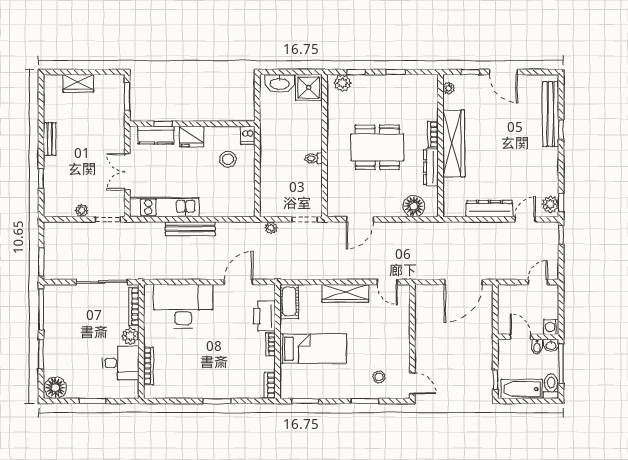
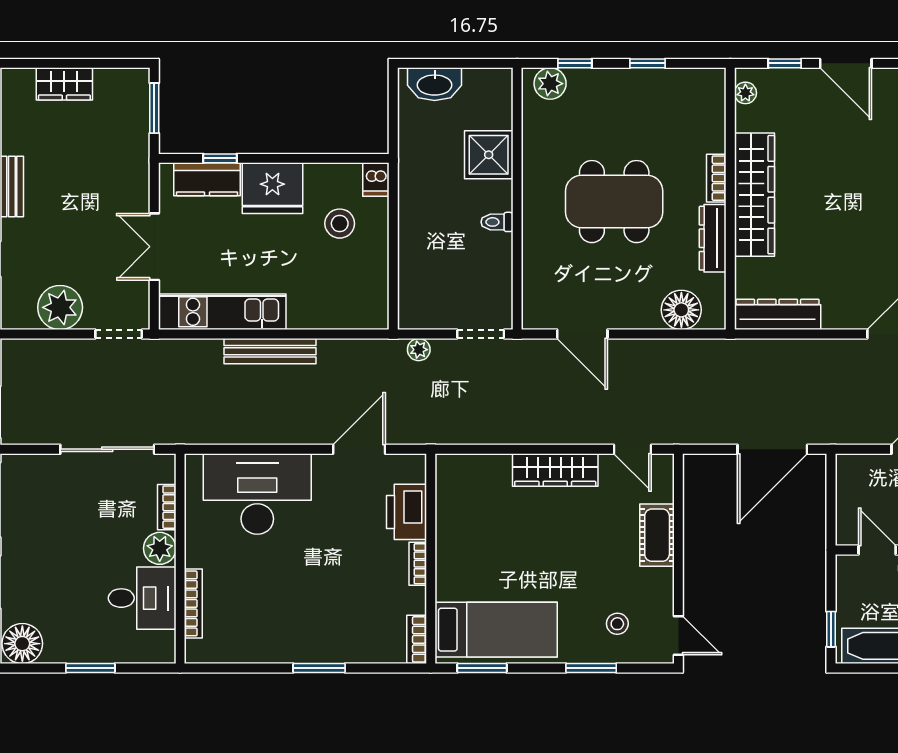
shower: (309, 88) -> (489, 155), moved
fridge: (191, 136) -> (272, 188), width x1.36, depth x1.34
dresser: (490, 209) -> (778, 314), moved
plant: (82, 211) -> (60, 307), width x1.87, depth x1.87
door: (360, 219) -> (582, 334), hinge flipped
cot: (289, 301) -> (657, 535), moved
bookcase: (134, 306) -> (167, 507), width x0.64
bed: (313, 349) -> (496, 630), moved

